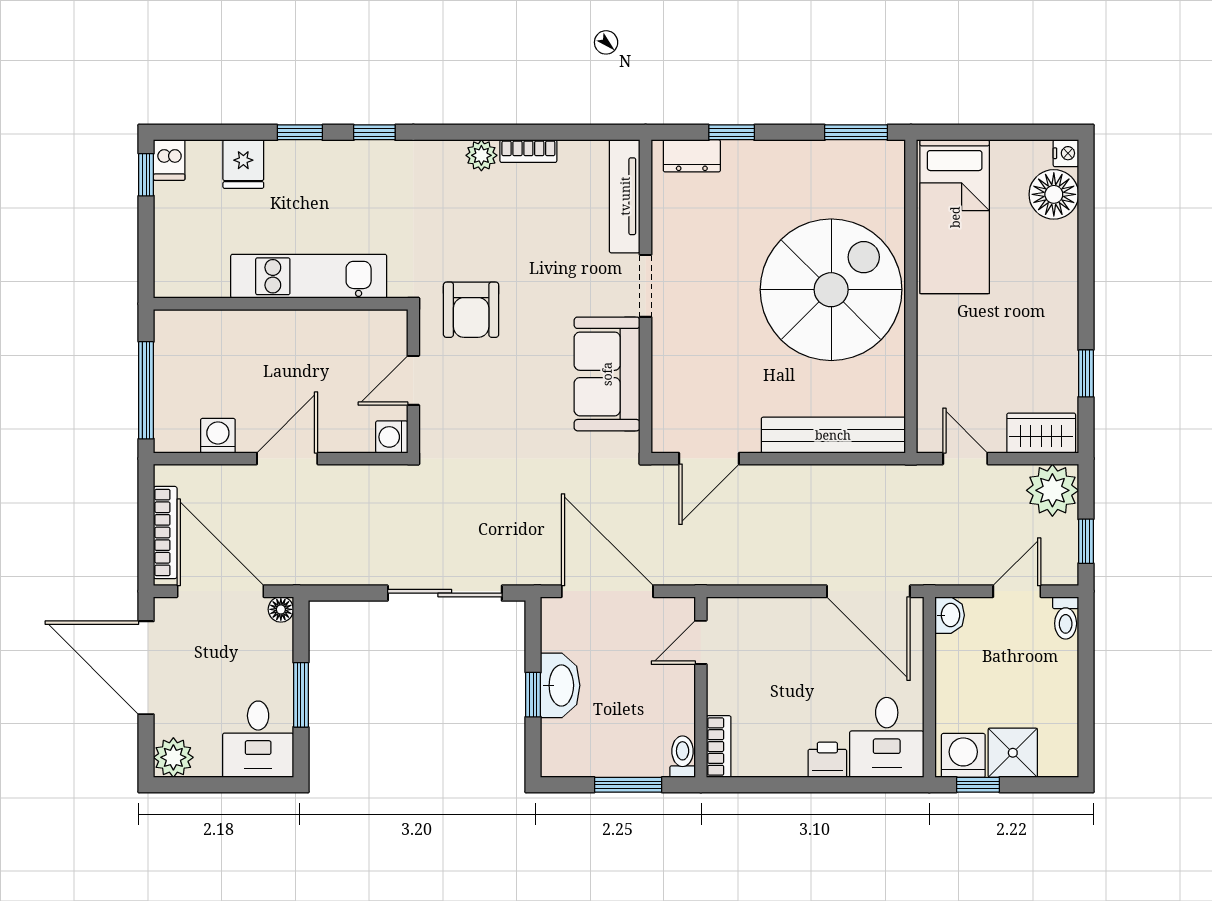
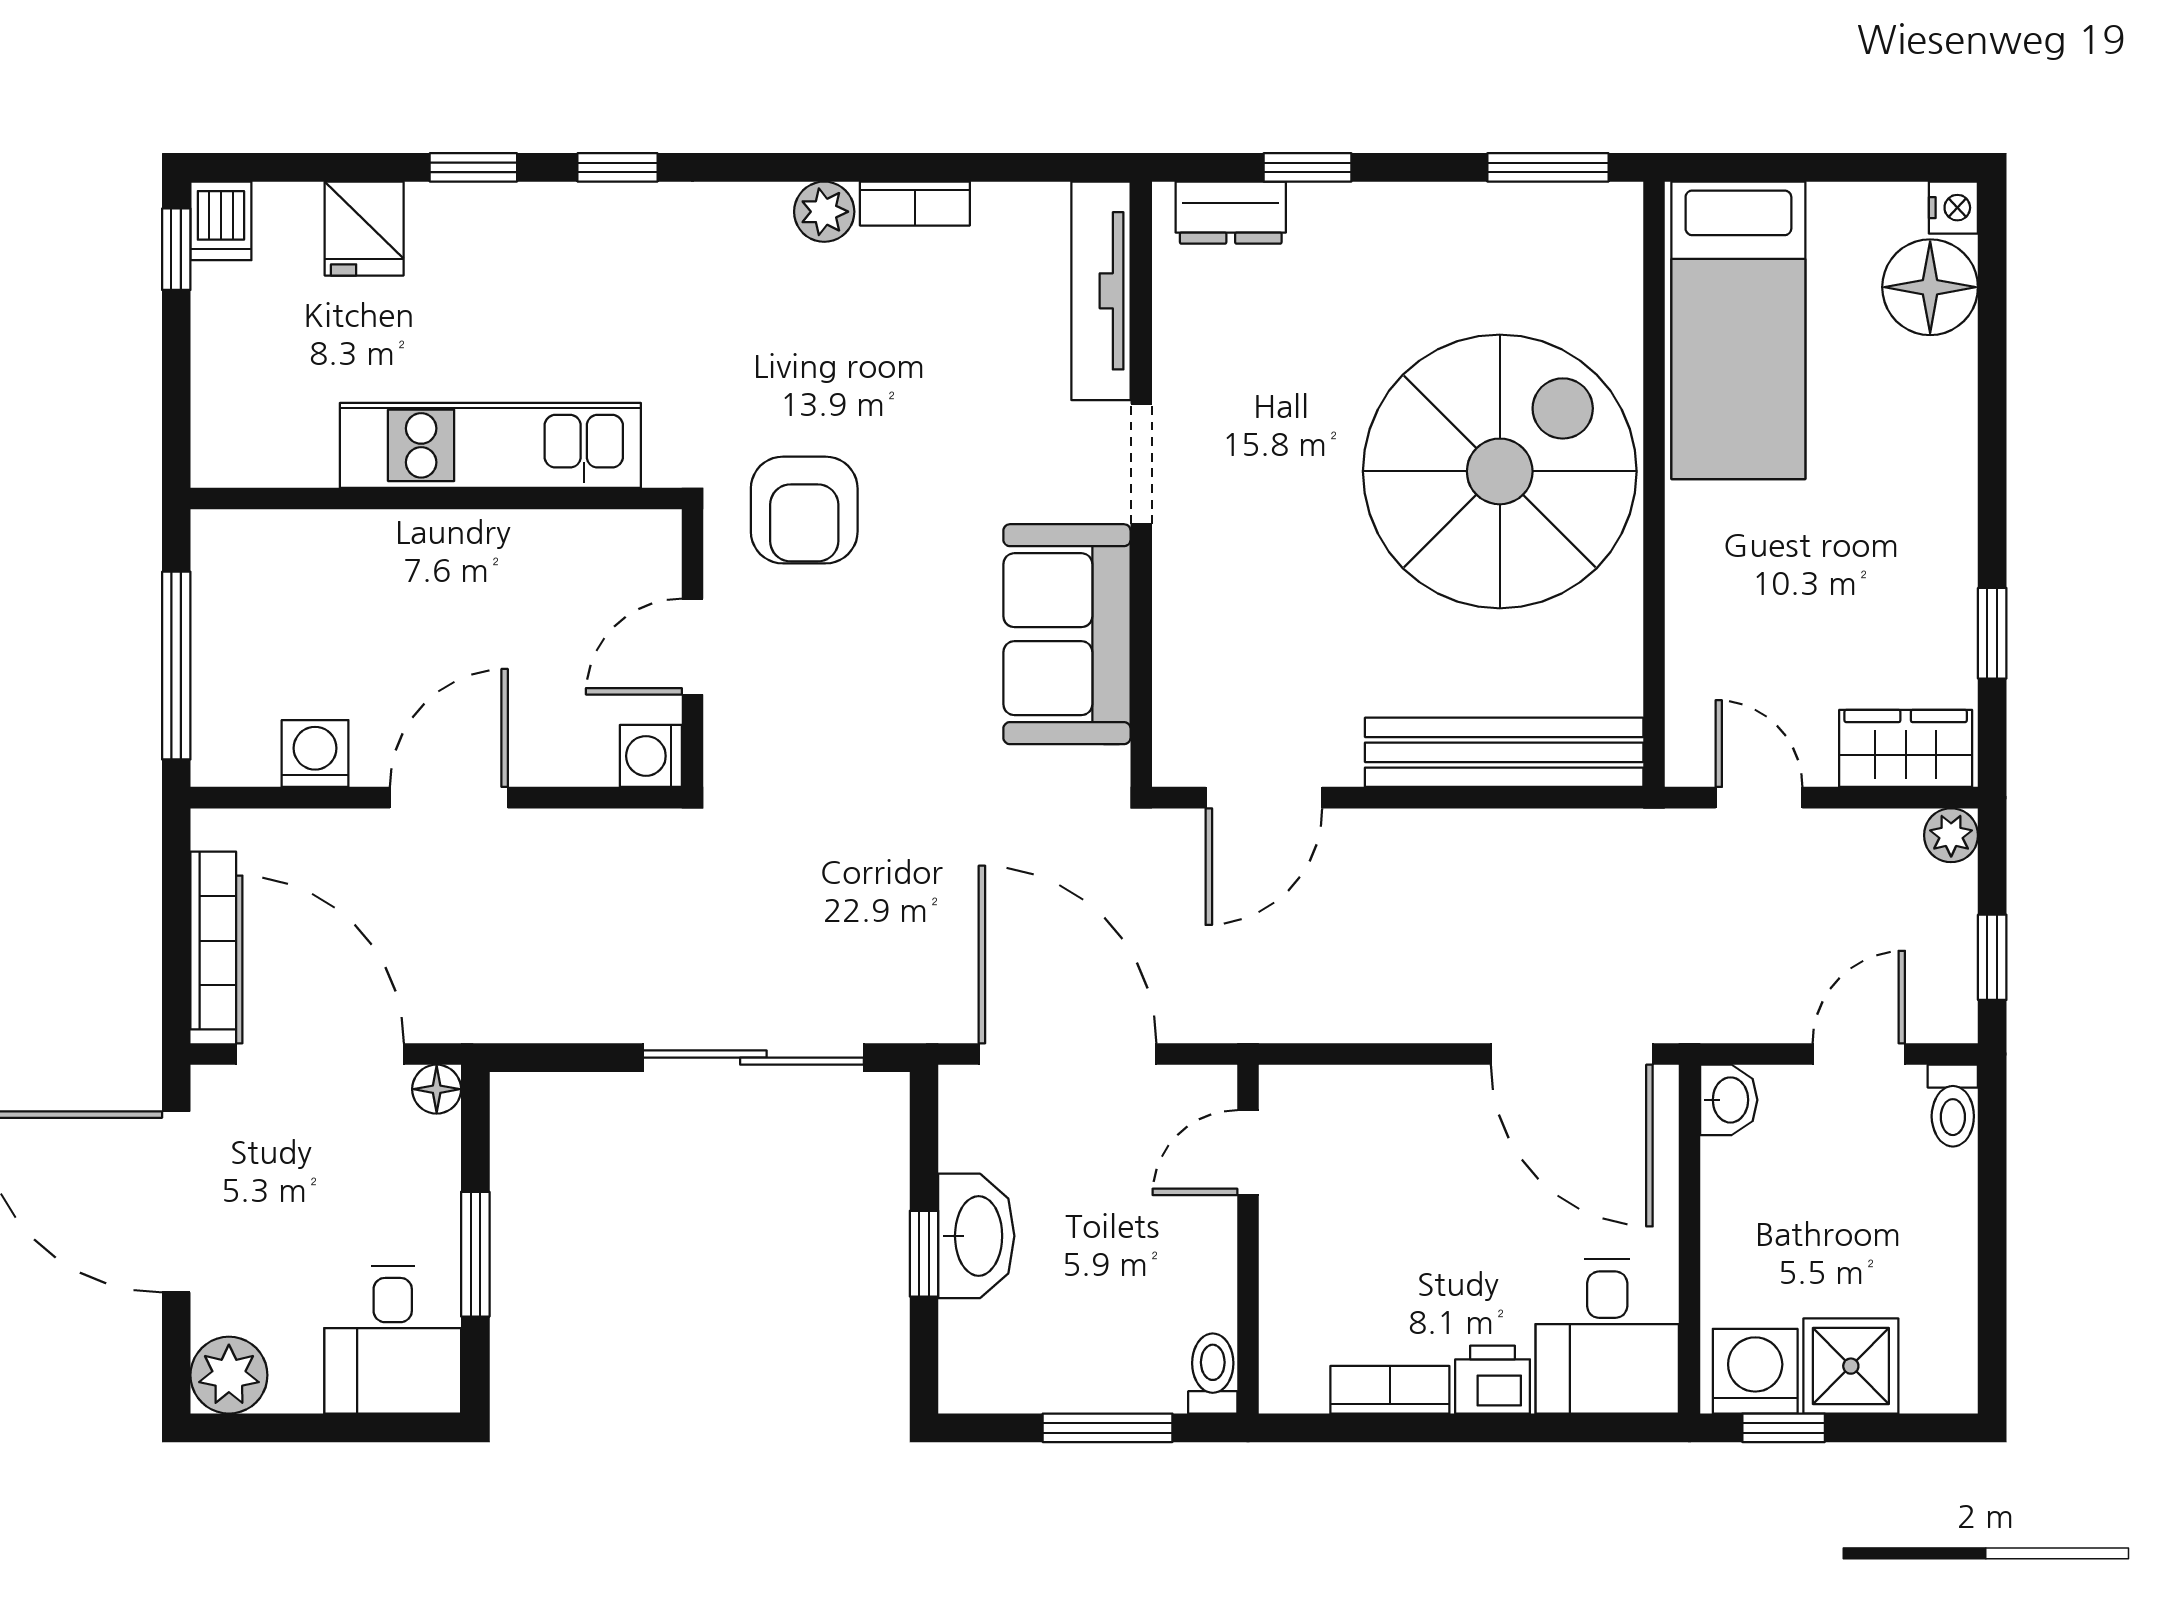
plant: (1052, 490) -> (1951, 835), width x0.53, depth x0.53
bookcase: (719, 747) -> (1390, 1390), moved, turned -90

